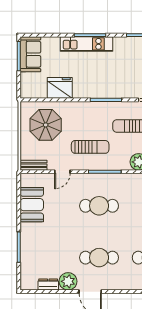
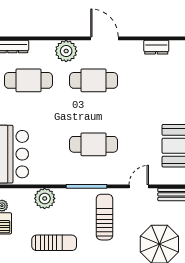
sun lounger: (90, 147) -> (105, 217), turned 90
plant: (68, 281) -> (66, 51), moved

